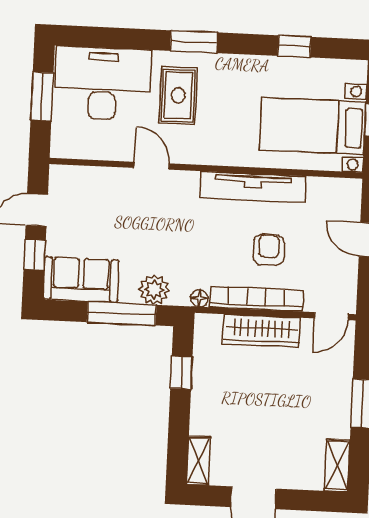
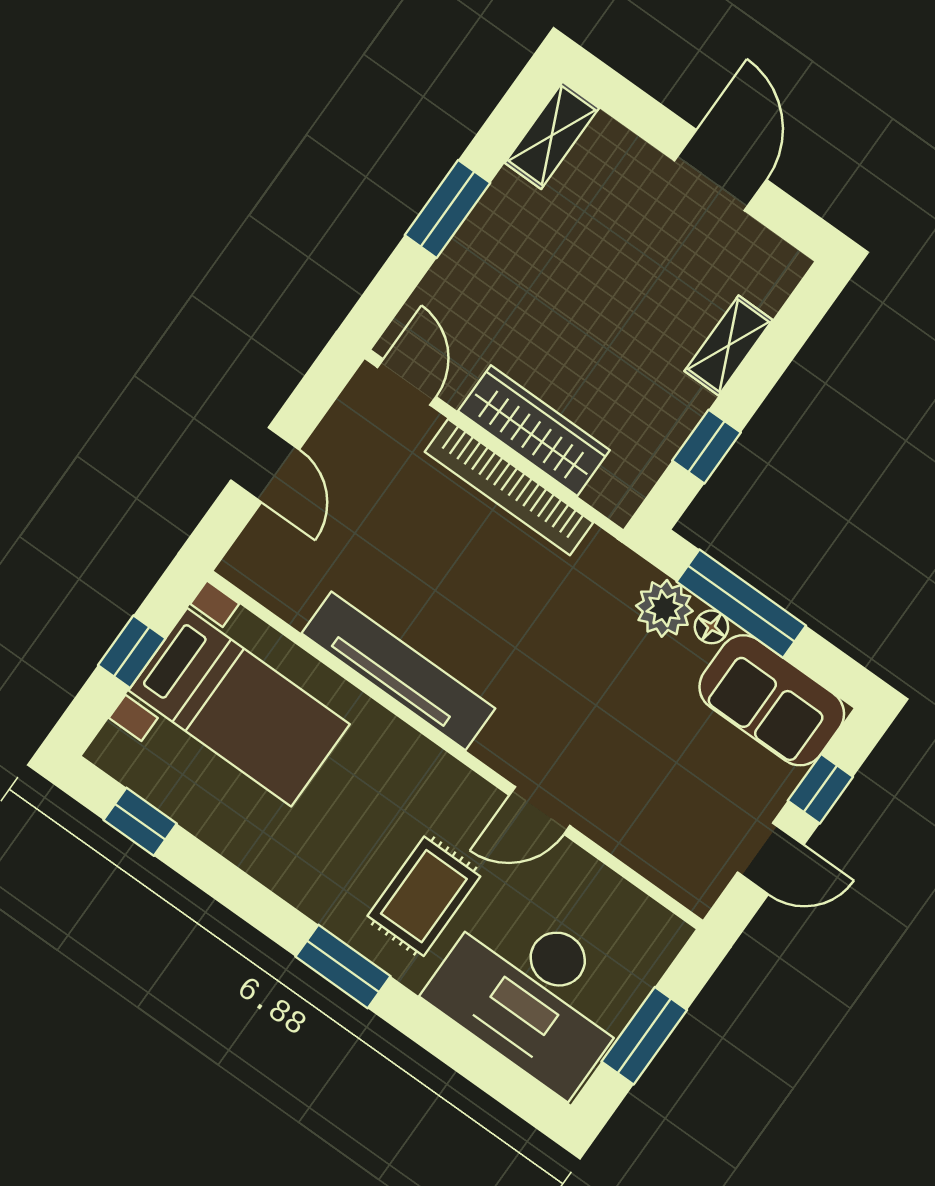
window: (294, 46) -> (140, 822), moved
door: (152, 166) -> (540, 810), hinge flipped
armchair: (269, 250) -> (438, 553), removed
floor lamp: (199, 298) -> (711, 627), moved
door: (331, 316) -> (407, 382), hinge flipped
shelving: (198, 461) -> (729, 346), moved

